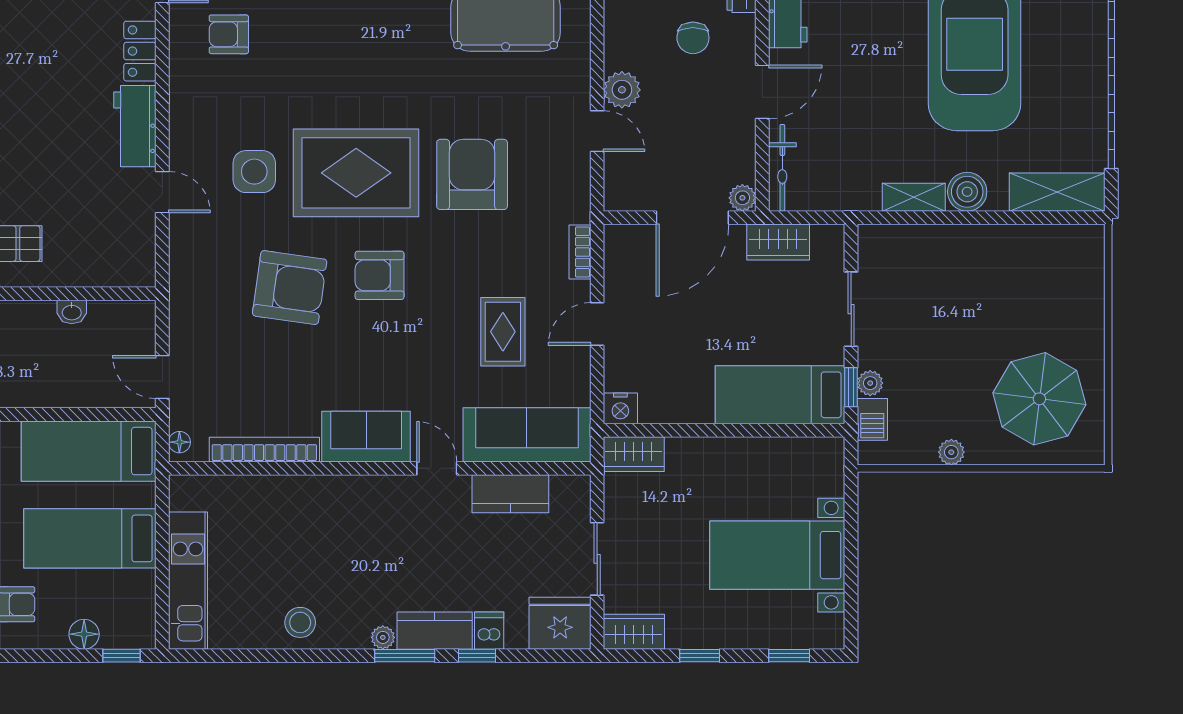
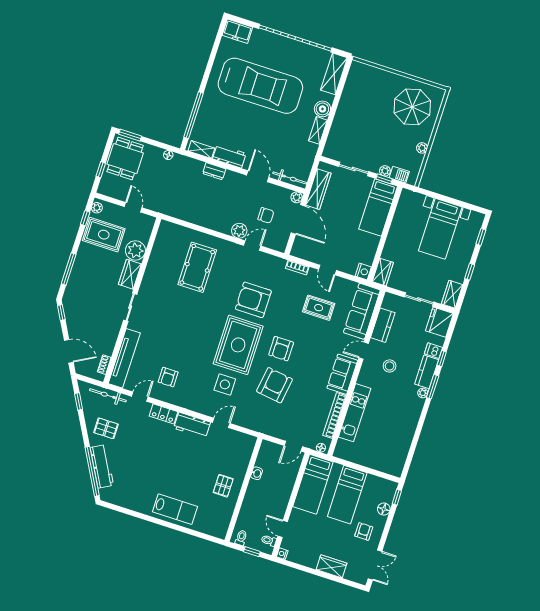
chair: (693, 38) -> (266, 215), moved
wardrobe: (778, 242) -> (318, 189), width x1.50
kitchen unit: (188, 581) -> (355, 413), moved, turned 90
stool: (300, 622) -> (390, 366), moved

